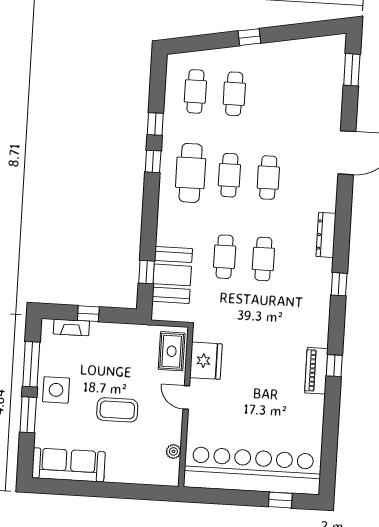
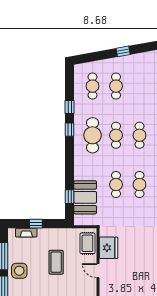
coffee table: (117, 410) -> (56, 262), moved, turned 90

